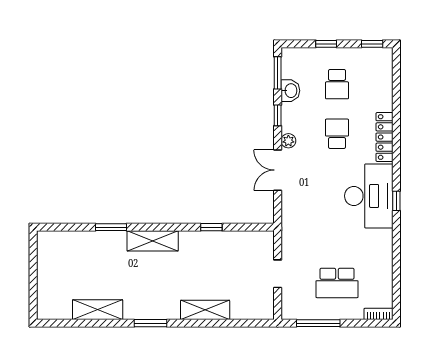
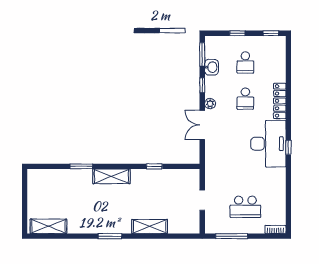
school desk: (337, 134) -> (245, 99), turned 180
shelving: (98, 310) -> (48, 226), moved

